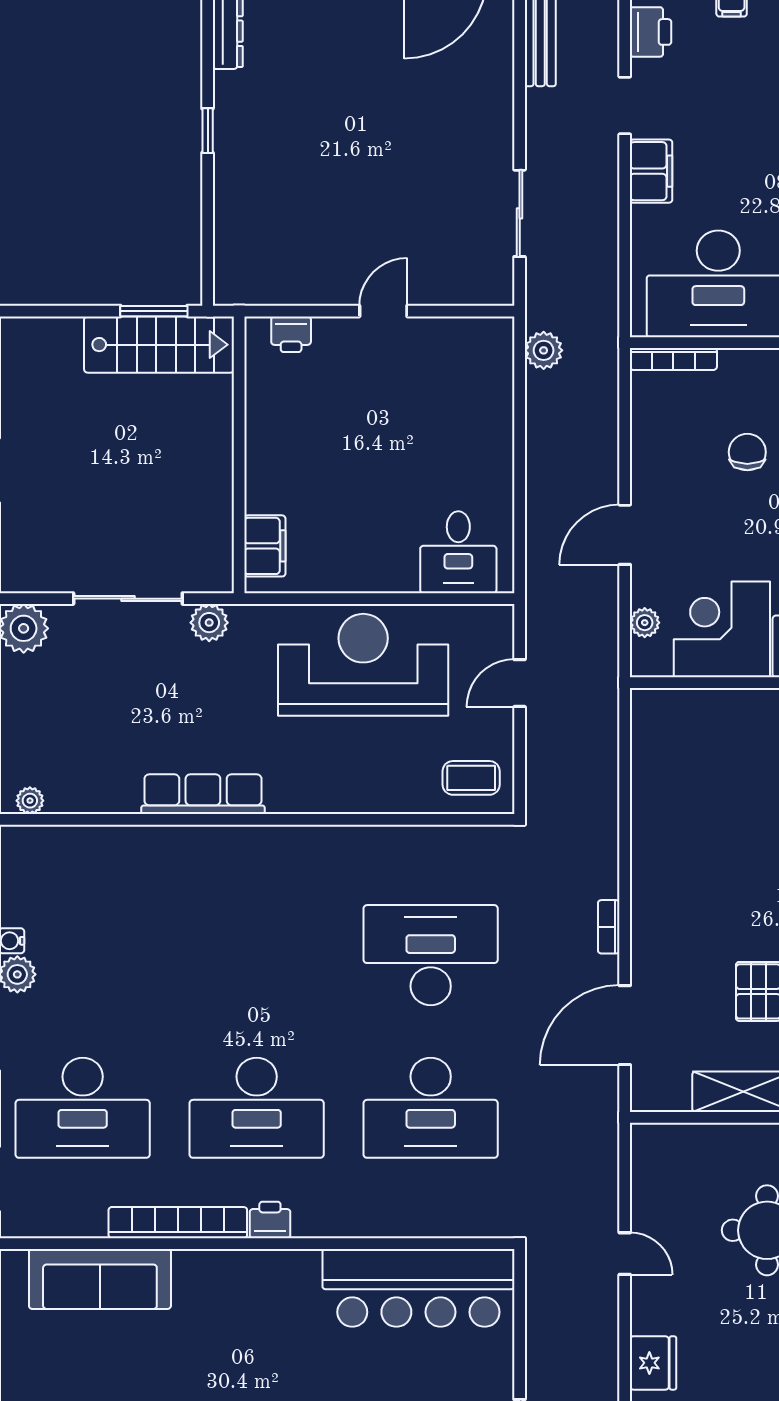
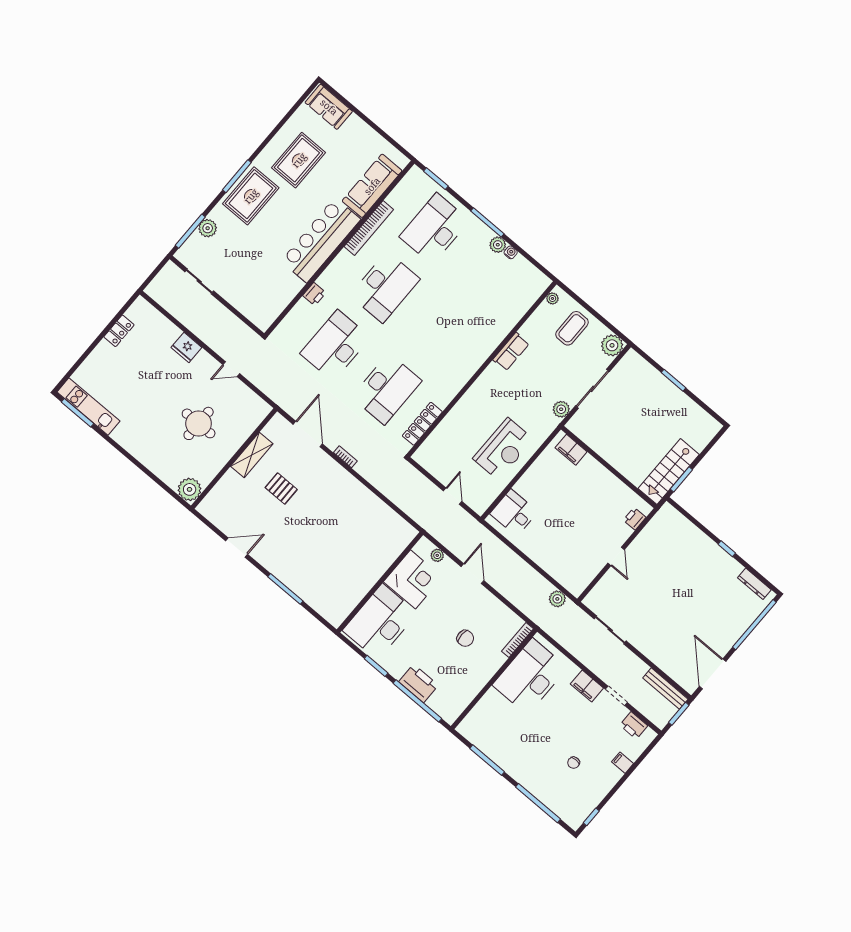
reception desk: (363, 665) -> (503, 449), width x0.74, depth x0.77
coffee table: (471, 778) -> (572, 328), moved, width x1.36, depth x1.30
row of seats: (203, 794) -> (511, 352), width x0.68
locker: (439, 842) -> (422, 424), added
desk: (257, 1108) -> (385, 287), turned 180
printer: (270, 1220) -> (314, 294), moved
bar counter: (418, 1288) -> (321, 240), moved

